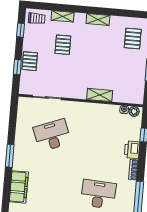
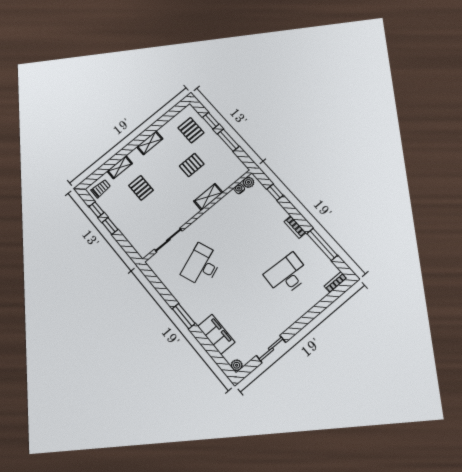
pallet: (30, 61) -> (192, 165), moved, turned 90
window: (17, 67) -> (110, 226), moved
printer: (132, 150) -> (278, 213), removed

